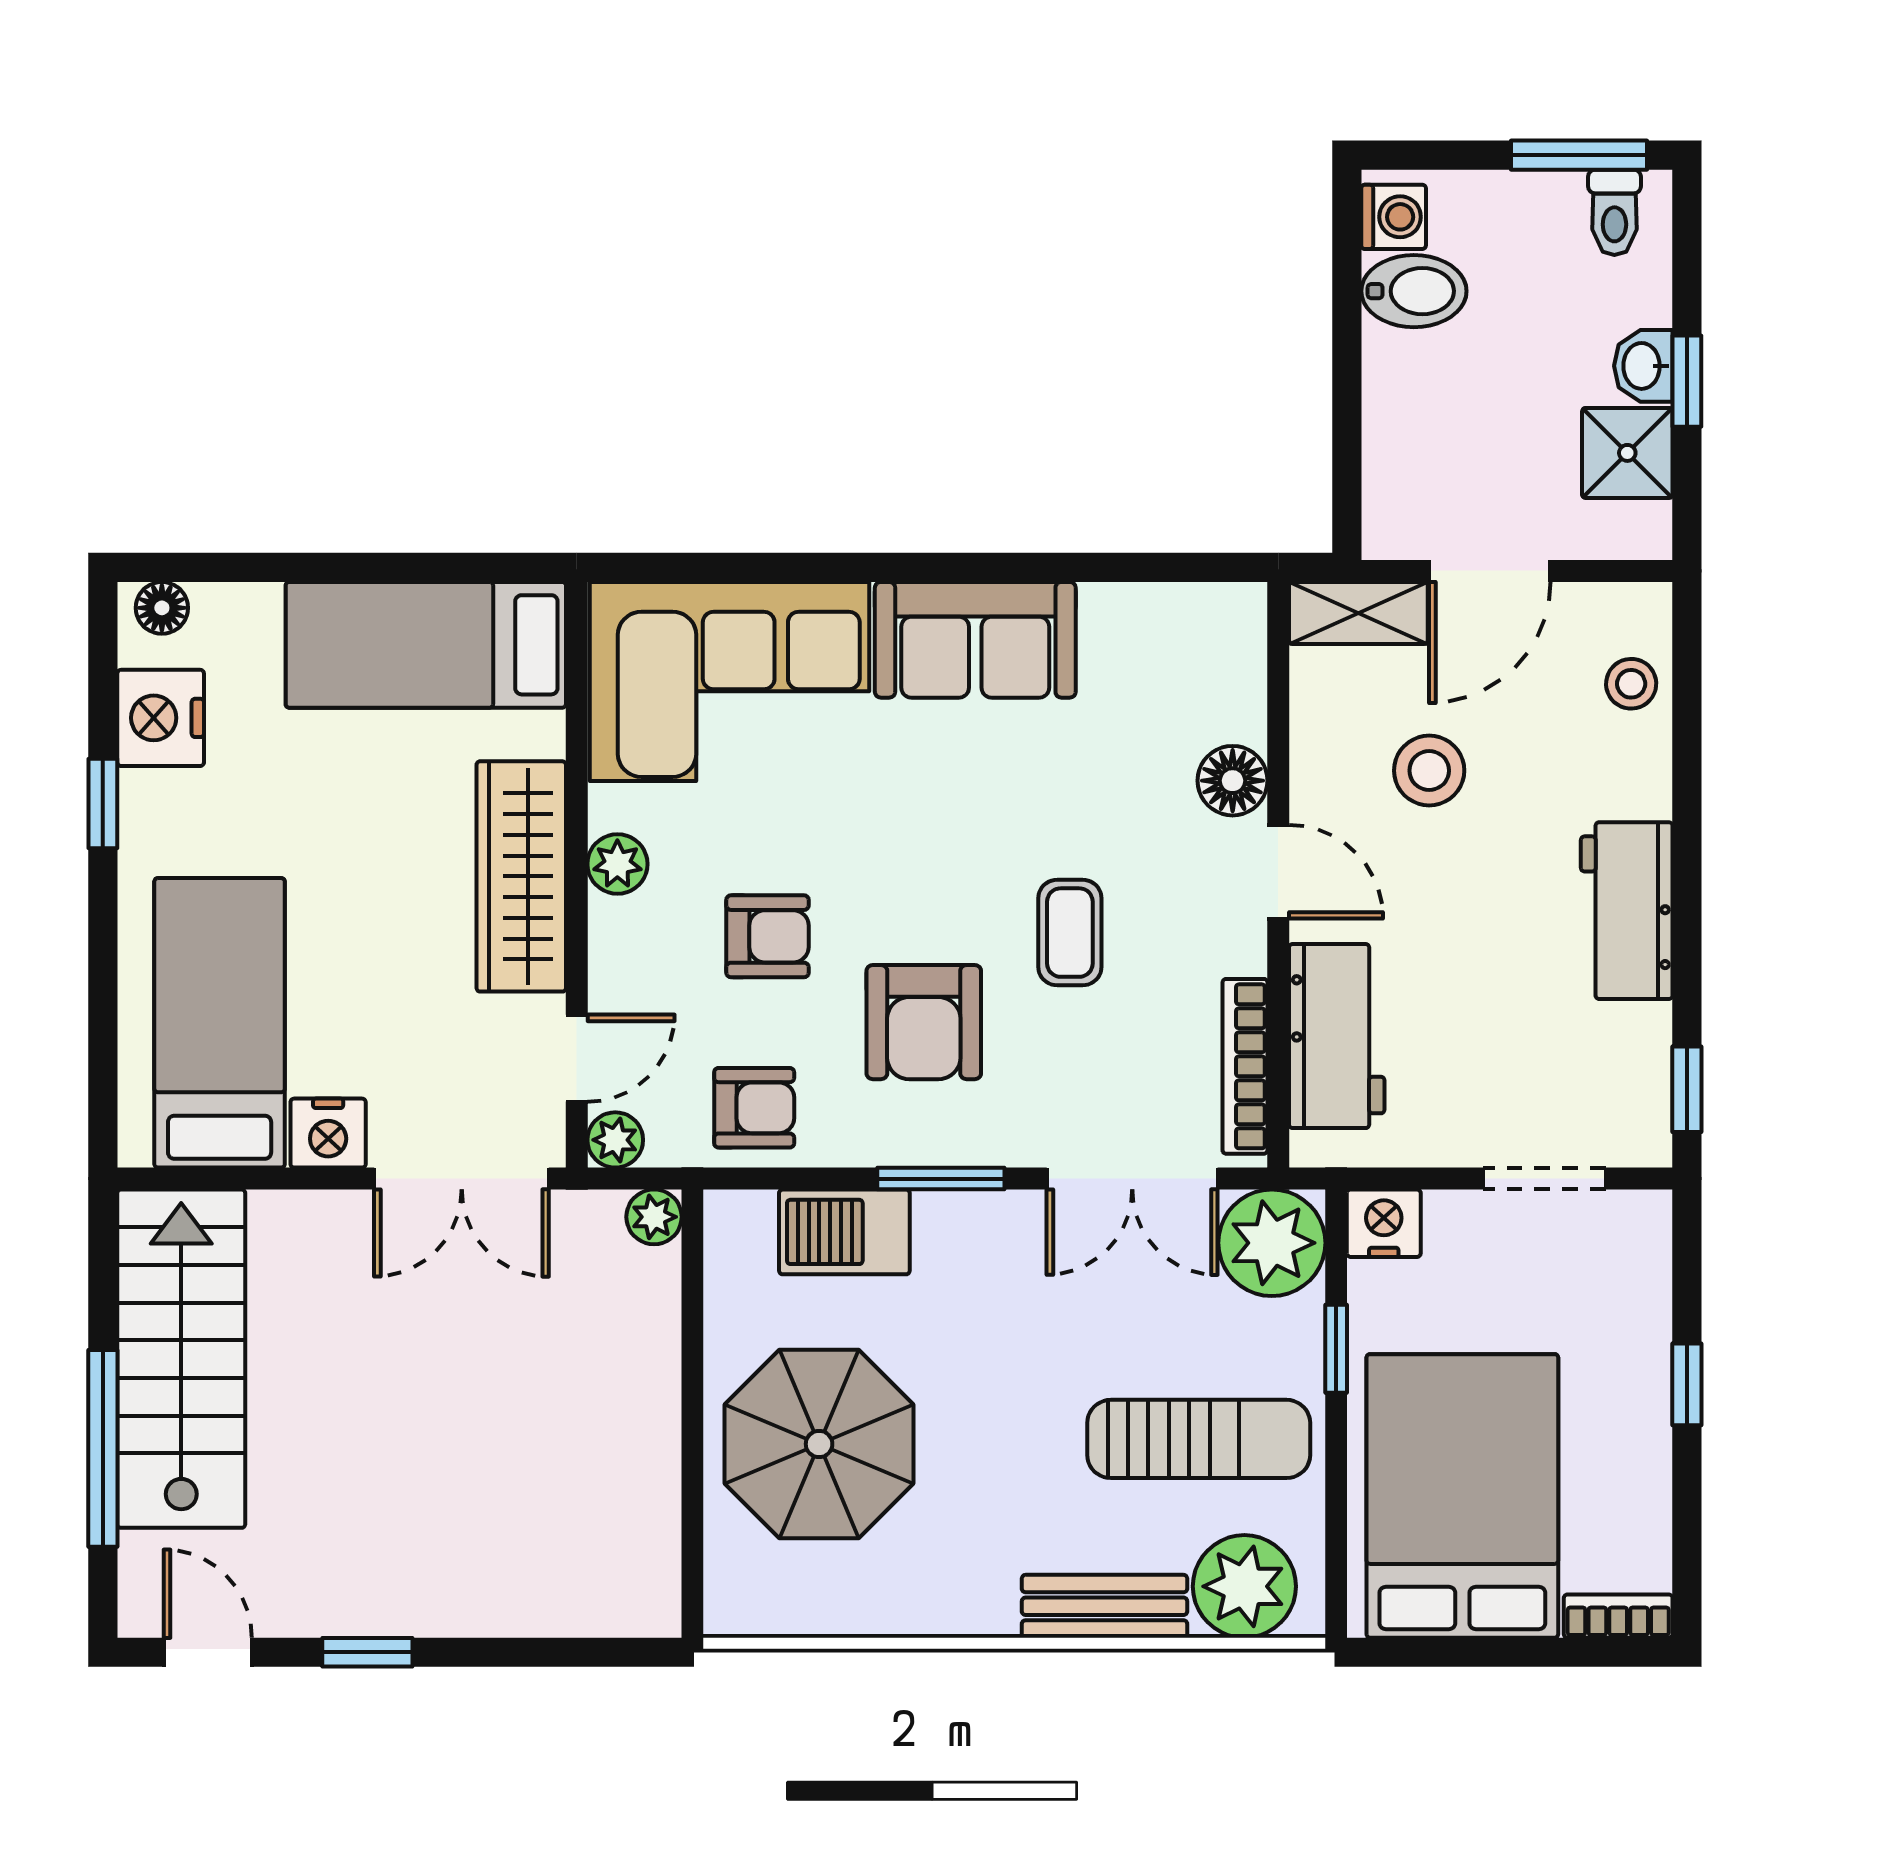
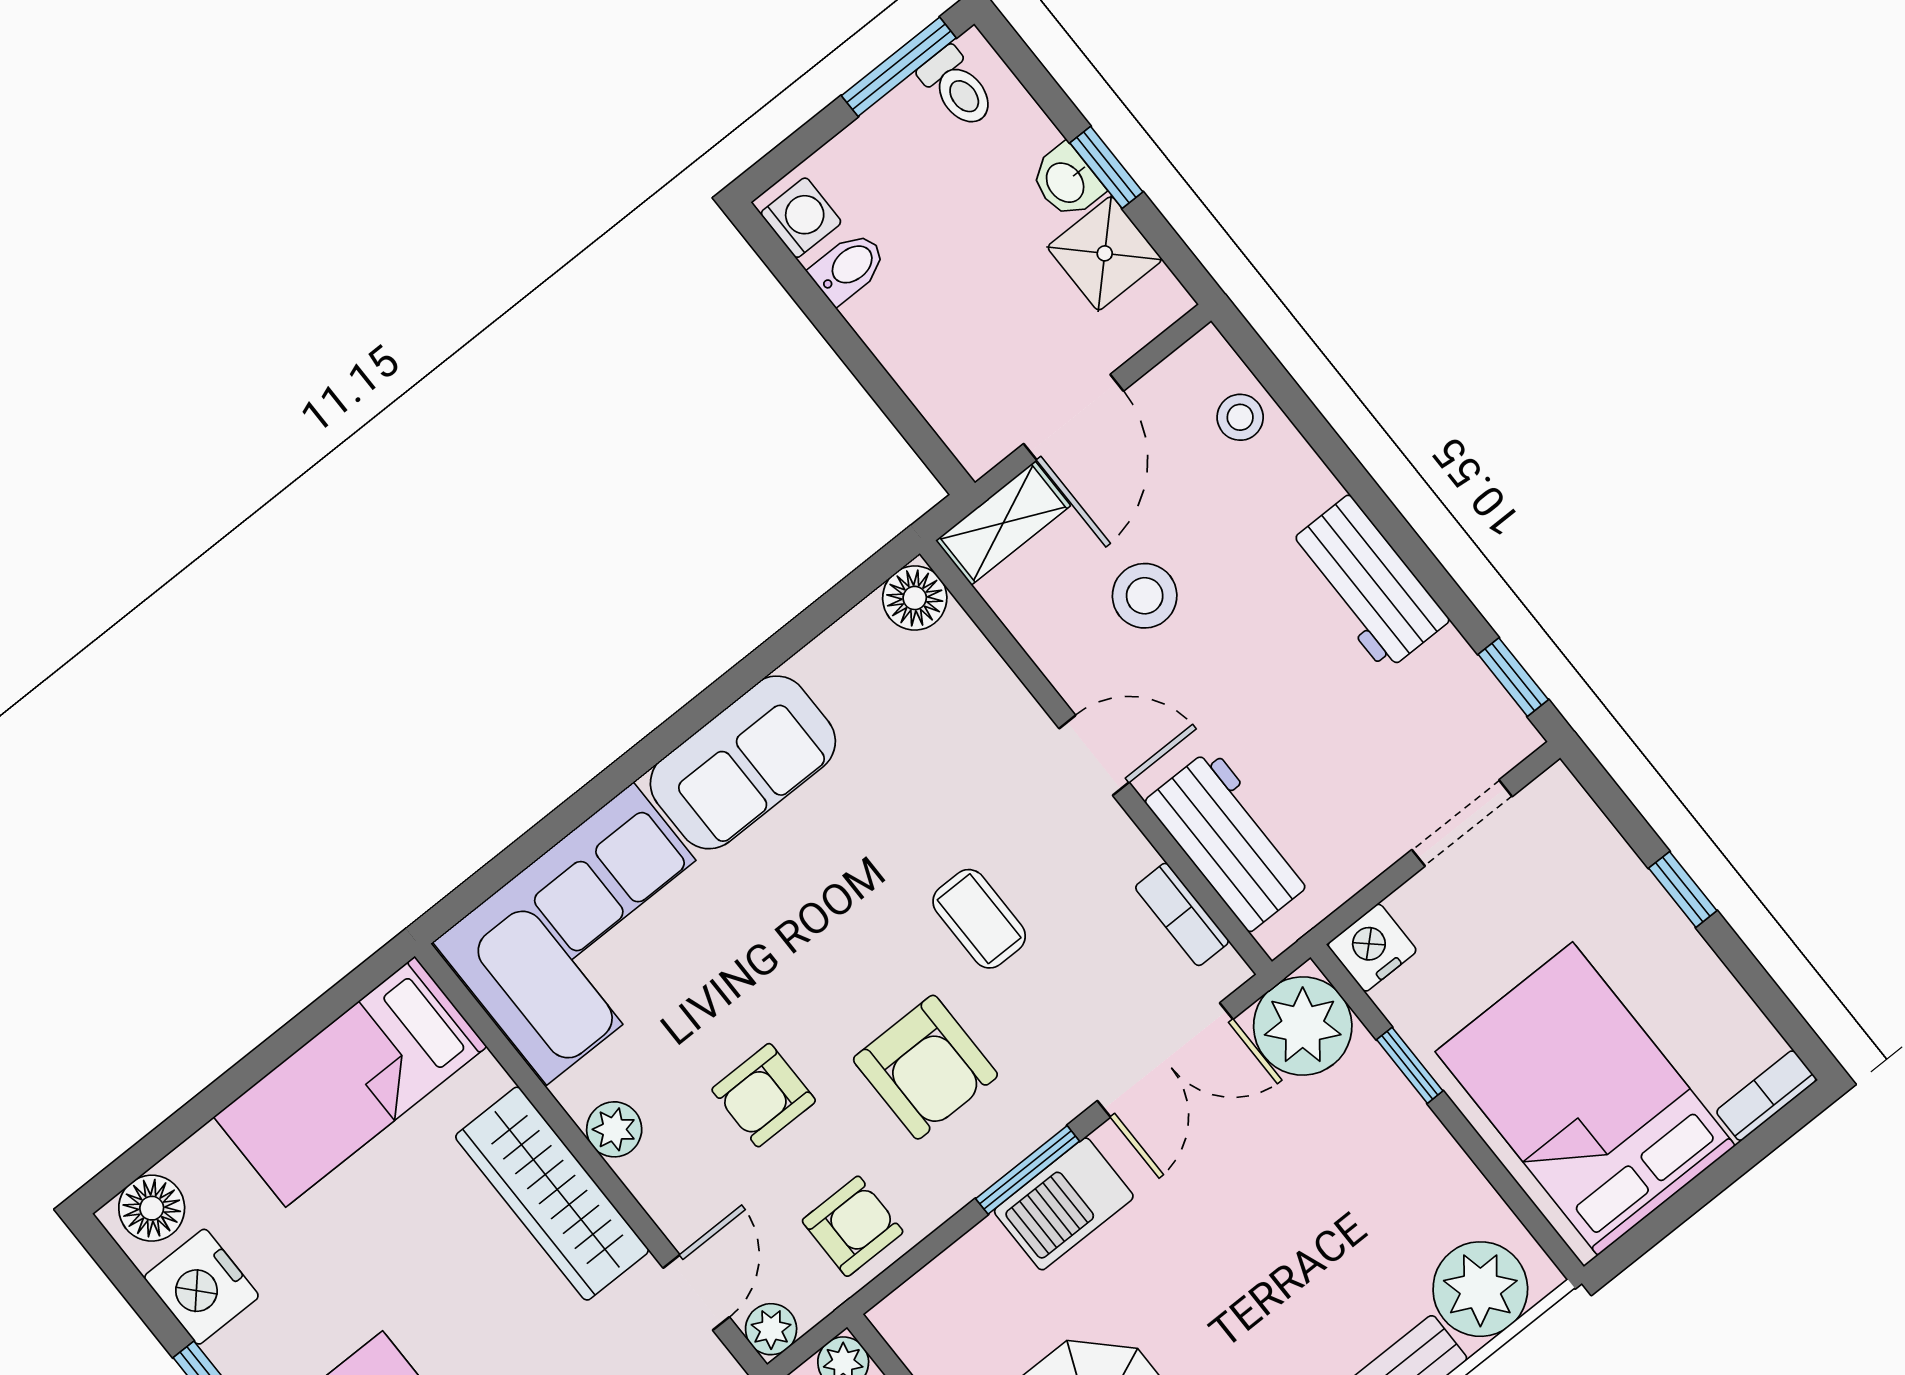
bidet: (1414, 291) -> (848, 267), width x0.72, depth x0.74
floor lamp: (162, 608) -> (152, 1208), width x1.37, depth x1.37
floor lamp: (1233, 781) -> (915, 598), moved
armchair: (768, 936) -> (764, 1095), turned 180
bookcase: (1245, 1066) -> (1182, 914), width x0.64
barbecue: (844, 1232) -> (1064, 1204), moved
sun lounger: (1199, 1439) -> (1363, 1209), removed

